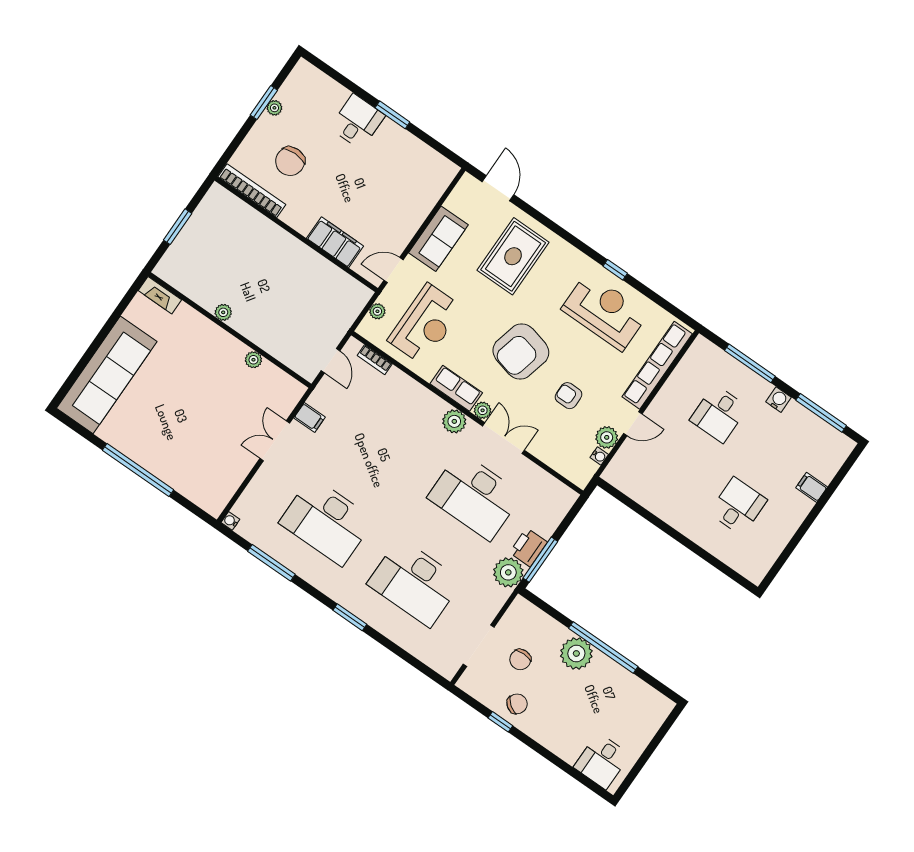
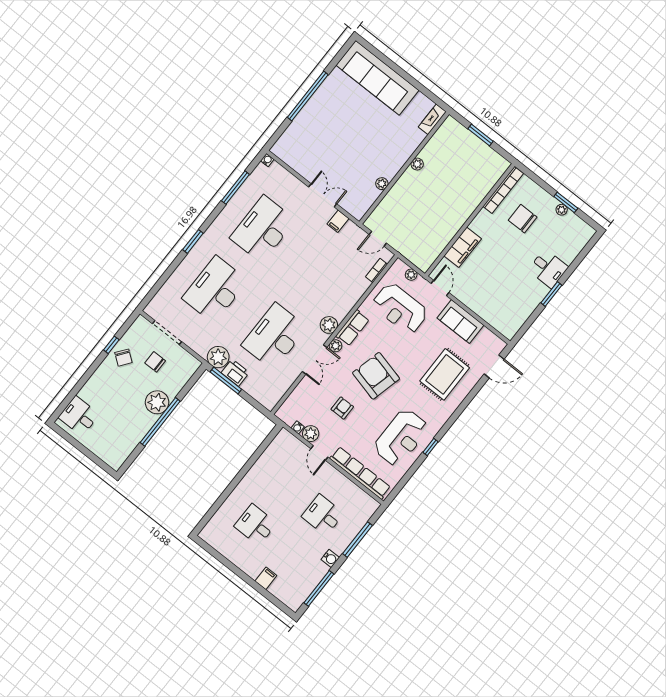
rug: (513, 256) -> (445, 374), turned 90
desk: (738, 506) -> (255, 525), turned 180

